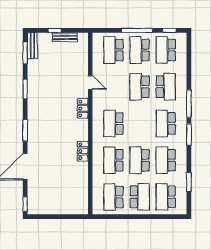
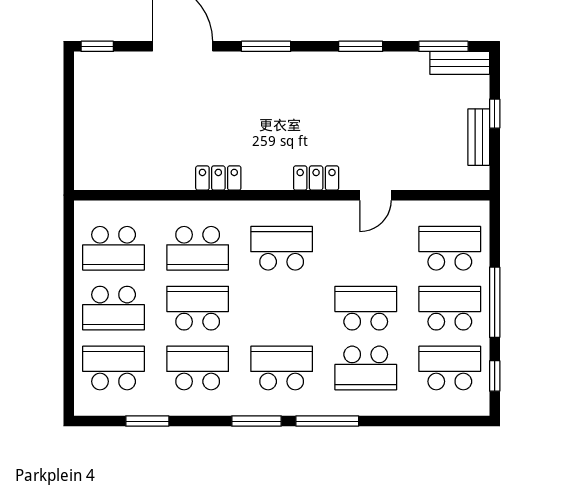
school desk: (113, 160) -> (198, 248), turned 180
school desk: (113, 197) -> (114, 248), turned 180

